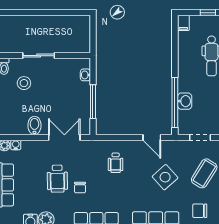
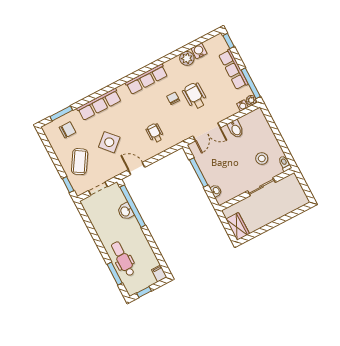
wardrobe: (82, 29) -> (238, 226), added

